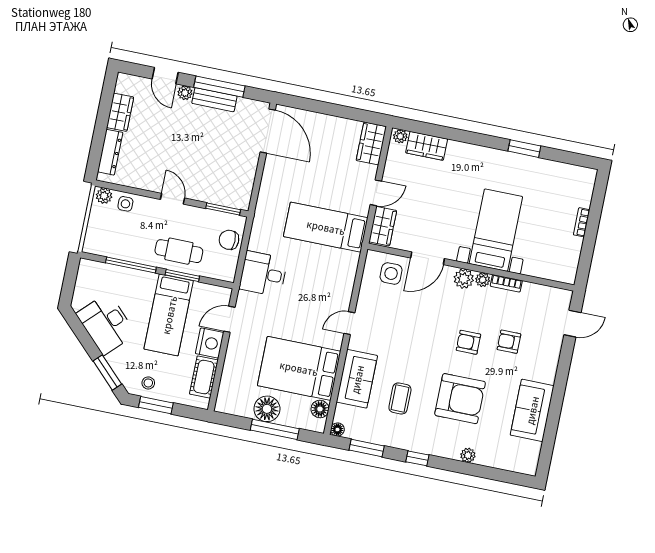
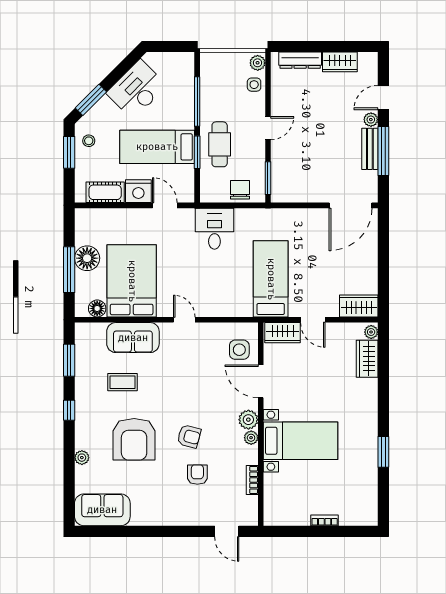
bookcase: (506, 283) -> (252, 480), moved
armchair: (468, 342) -> (189, 436), turned 105
sofa: (532, 410) -> (102, 510), moved
floor lamp: (337, 430) -> (81, 329), removed

